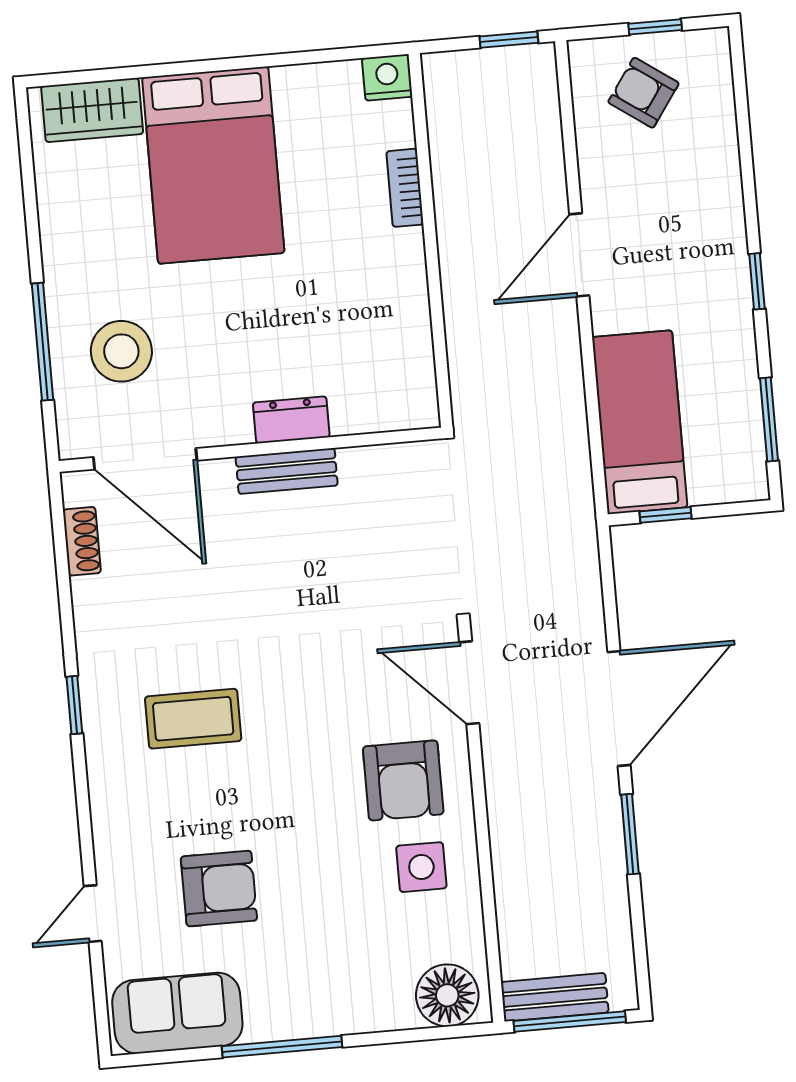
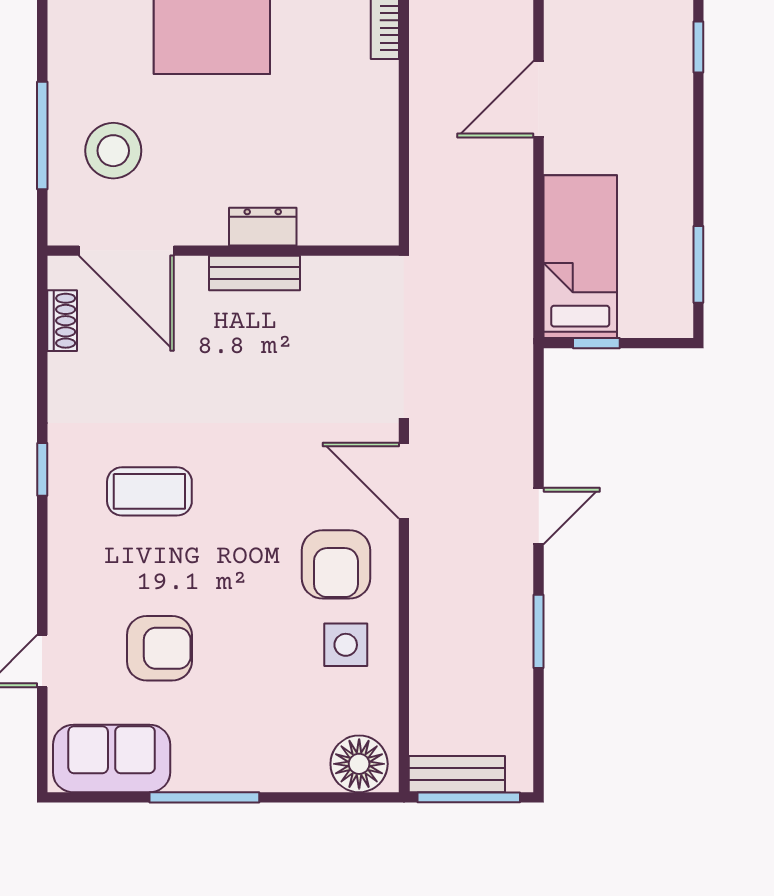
window: (757, 281) -> (698, 47), moved
door: (619, 708) -> (539, 516), width x0.53

